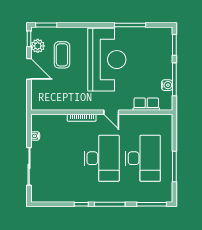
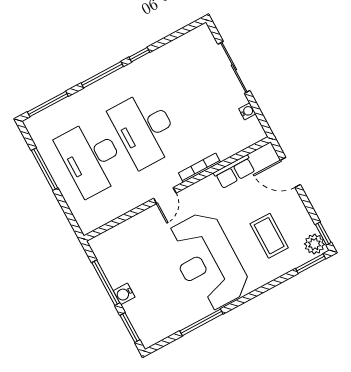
plant: (38, 46) -> (314, 244), moved
door: (29, 69) -> (290, 172), moved
water cooler: (167, 85) -> (124, 294), moved
row of seats: (146, 104) -> (235, 172), moved
door: (111, 112) -> (165, 196), swing flipped

